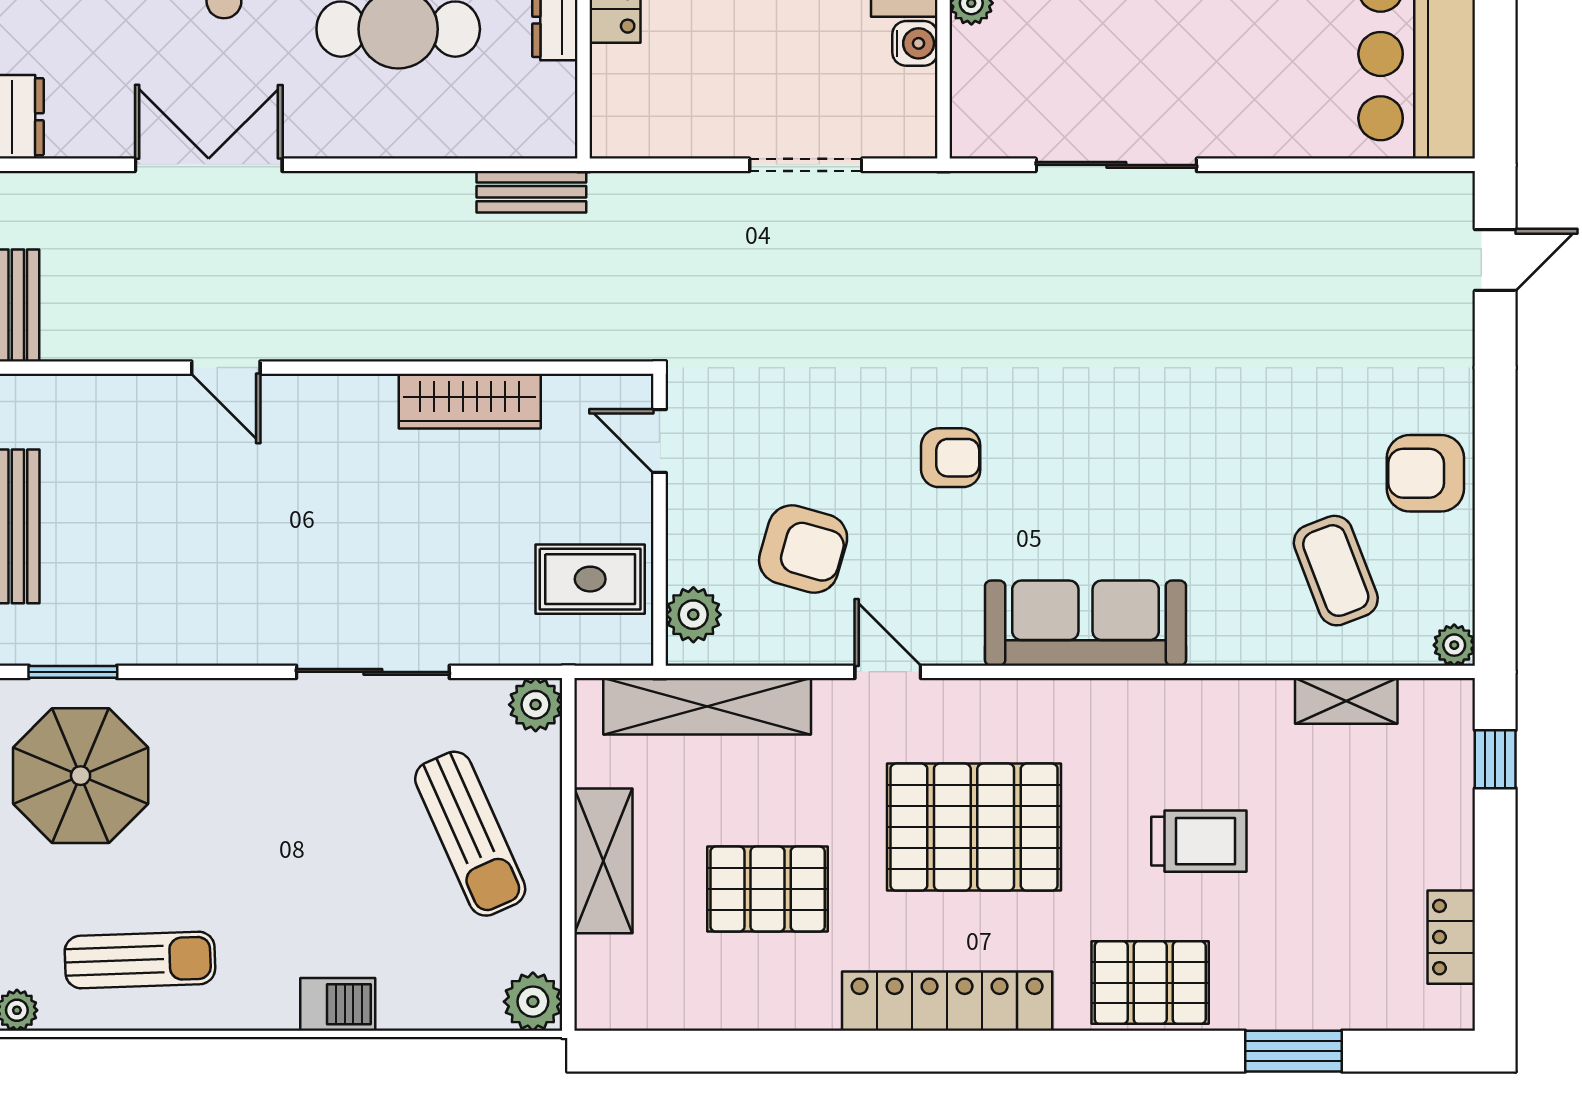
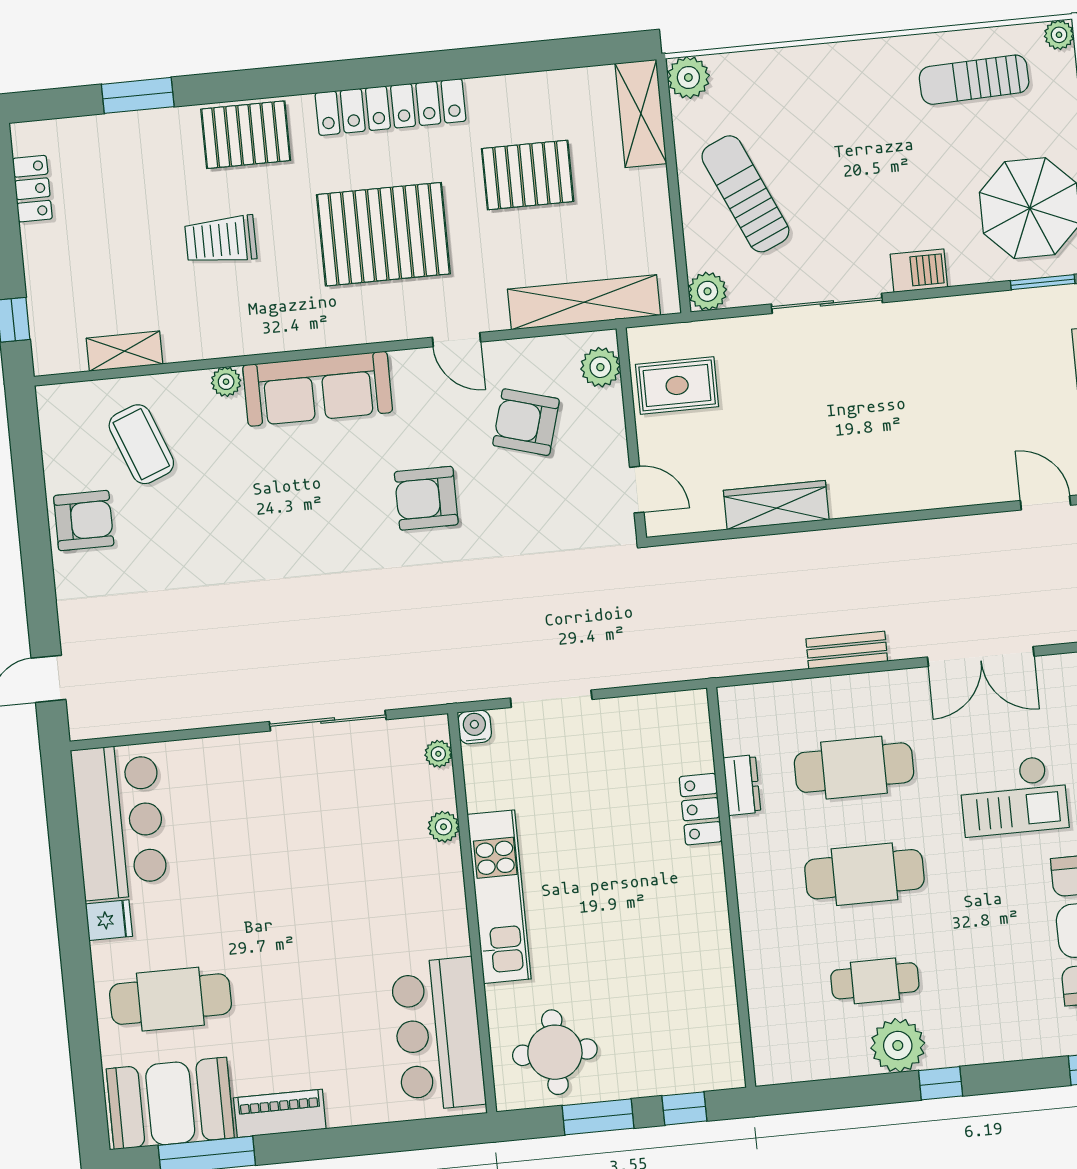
water cooler: (915, 43) -> (475, 727), moved, turned 90
plant: (969, 104) -> (438, 754), added
bench: (531, 192) -> (847, 650), moved
door: (226, 368) -> (1045, 503), moved
armchair: (951, 458) -> (426, 498), width x1.38, depth x1.38
plant: (1454, 645) -> (226, 382), moved
shelving: (603, 861) -> (641, 113), moved
barbecue: (338, 1004) -> (919, 271), moved, turned 180

